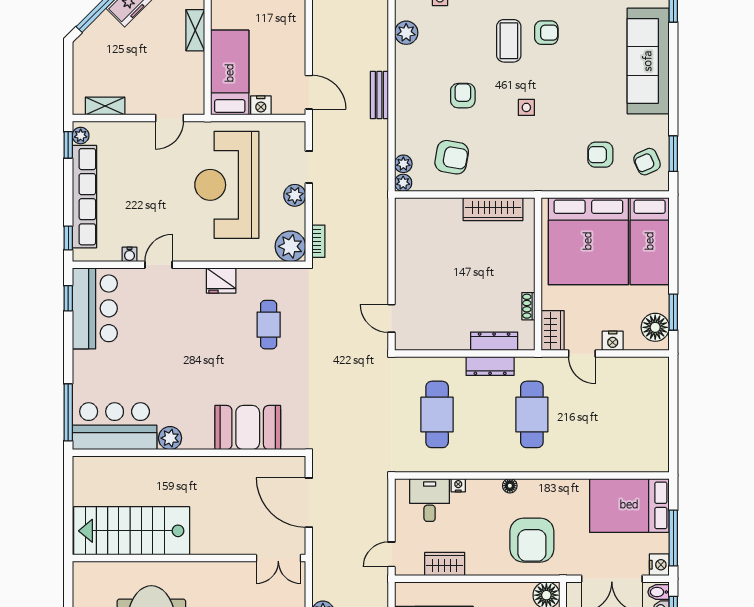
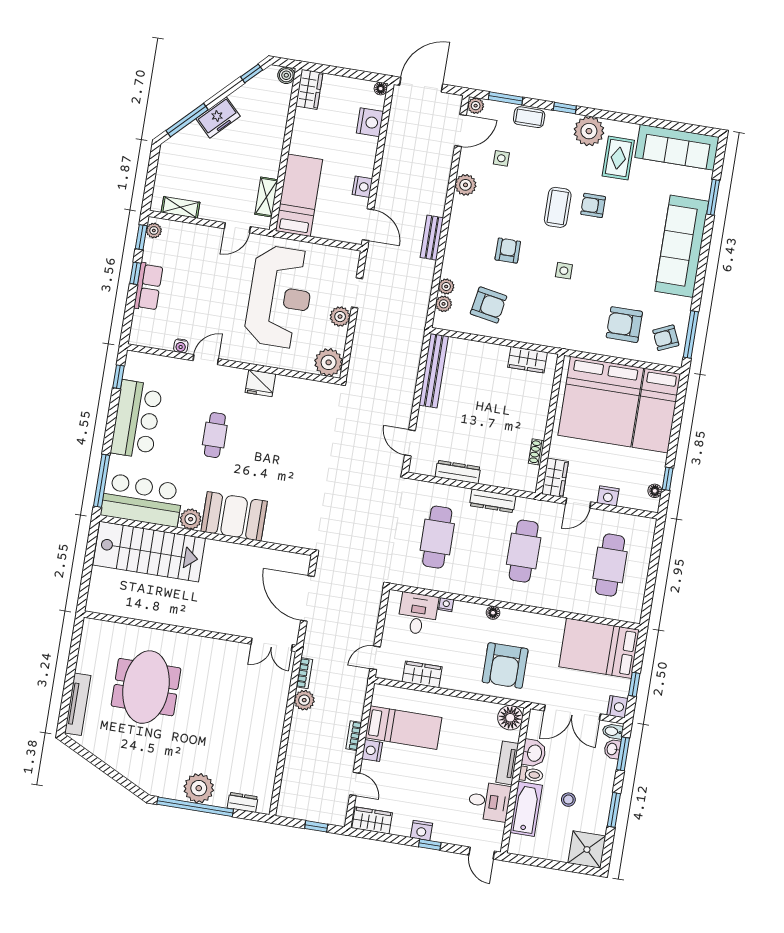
shelving: (195, 30) -> (266, 197), moved
armchair: (546, 33) -> (593, 205), turned 180
nightstand: (261, 105) -> (362, 187), moved, turned -90
window: (673, 154) -> (691, 335), width x1.44
armchair: (600, 155) -> (624, 325), width x1.38, depth x1.38
plant: (403, 183) -> (446, 286), moved
reception desk: (227, 185) -> (280, 297), turned 180
row of seats: (84, 197) -> (148, 287), width x0.50
wardrobe: (493, 209) -> (528, 360), width x0.67
bench: (404, 237) -> (434, 371), added
window: (68, 238) -> (135, 273), moved
bookcase: (318, 241) -> (304, 673), moved
bar counter: (95, 308) -> (137, 419), moved
window: (673, 312) -> (668, 479), width x0.67
cafe table: (269, 325) -> (215, 435), moved
floor lamp: (655, 327) -> (655, 491), width x0.53, depth x0.53
dresser: (494, 341) -> (458, 472), moved
door: (582, 354) -> (578, 503), hinge flipped
cafe table: (627, 414) -> (610, 565), added
booth: (248, 428) -> (234, 516), moved
stairs: (132, 531) -> (149, 552), moved, turned 180
window: (673, 538) -> (634, 684), width x0.46

